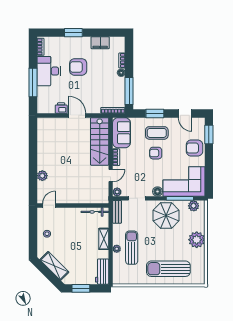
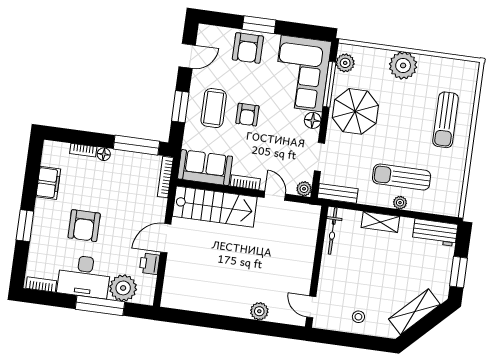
plant: (45, 95) -> (123, 288), added
window: (209, 134) -> (259, 25), moved
sun lounger: (168, 269) -> (446, 120), width x0.73, depth x0.75

